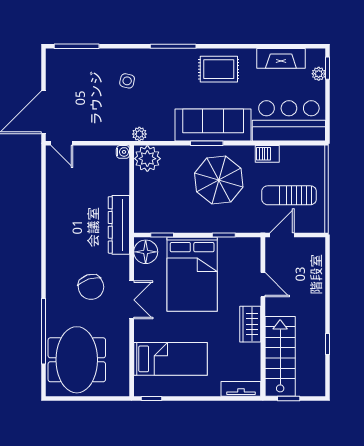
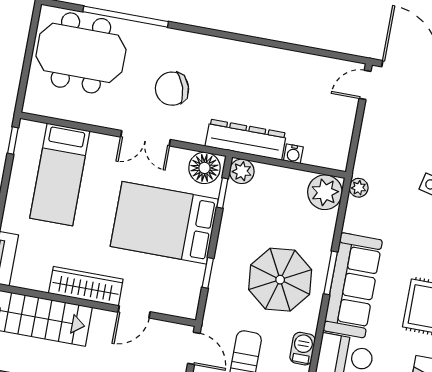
water cooler: (123, 152) -> (293, 154), moved
plant: (143, 223) -> (242, 171), added
wardrobe: (250, 324) -> (86, 286), width x1.50

